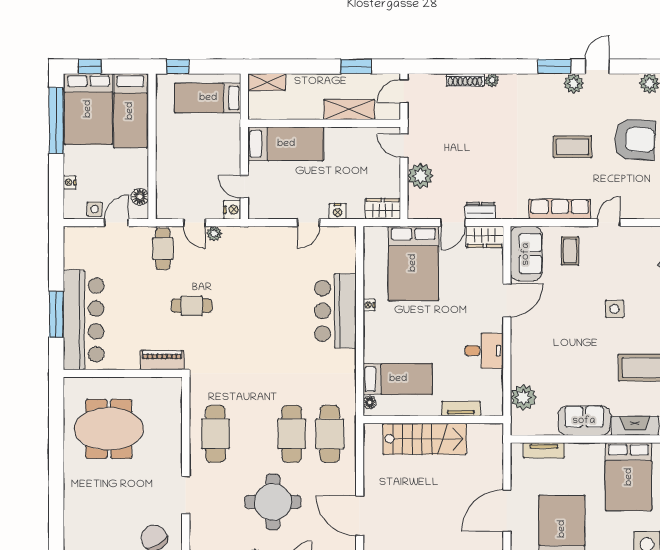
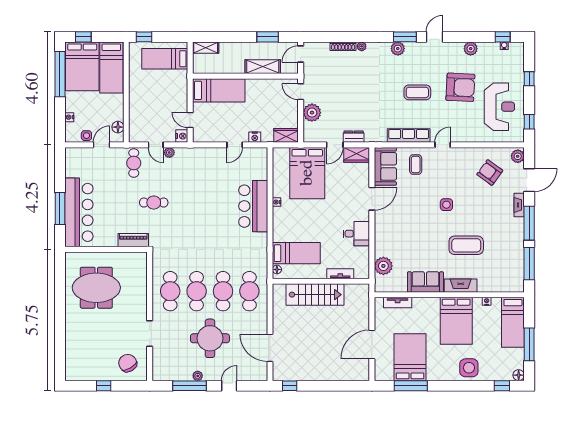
plant: (574, 83) -> (398, 49), moved
cafe table: (254, 434) -> (197, 291), added

